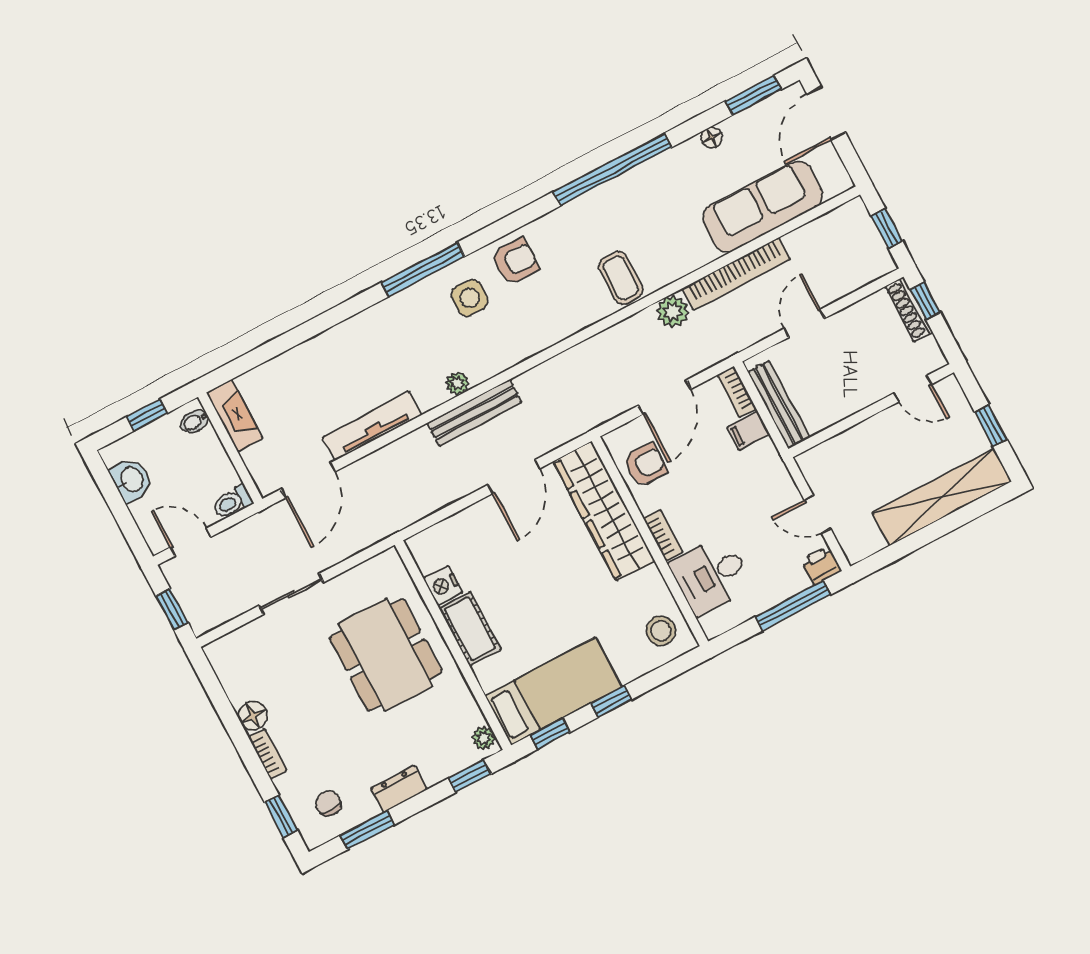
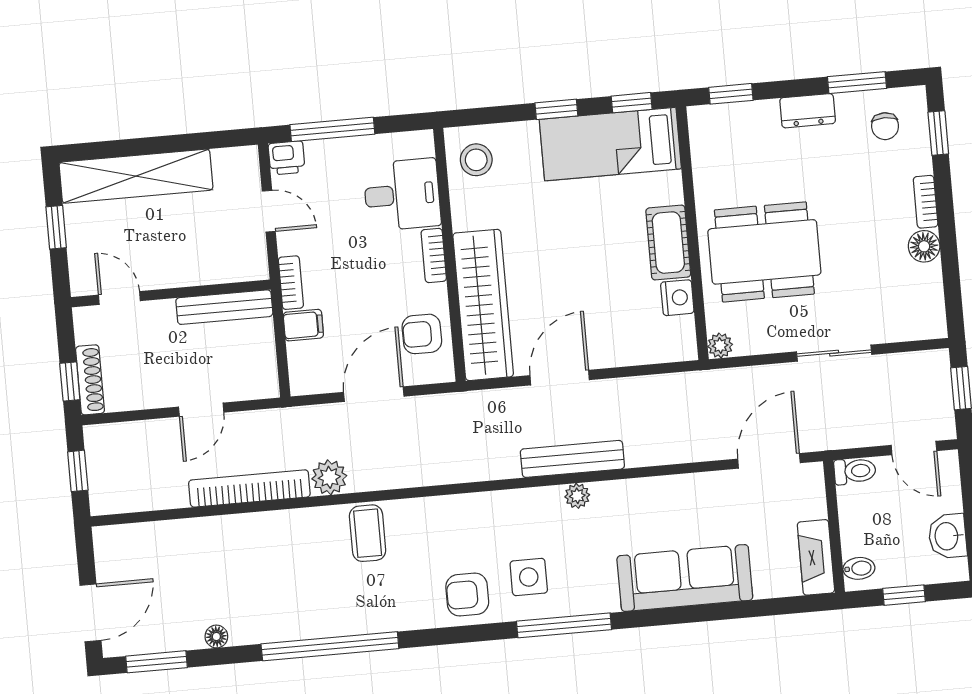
sofa: (763, 206) -> (685, 578), moved, turned 180
bookcase: (737, 392) -> (291, 283), moved
bench: (779, 405) -> (224, 307), moved, turned 90
tv unit: (372, 426) -> (681, 489), removed
dining table: (386, 655) -> (764, 252), turned 90
plant: (484, 738) -> (720, 346), moved

